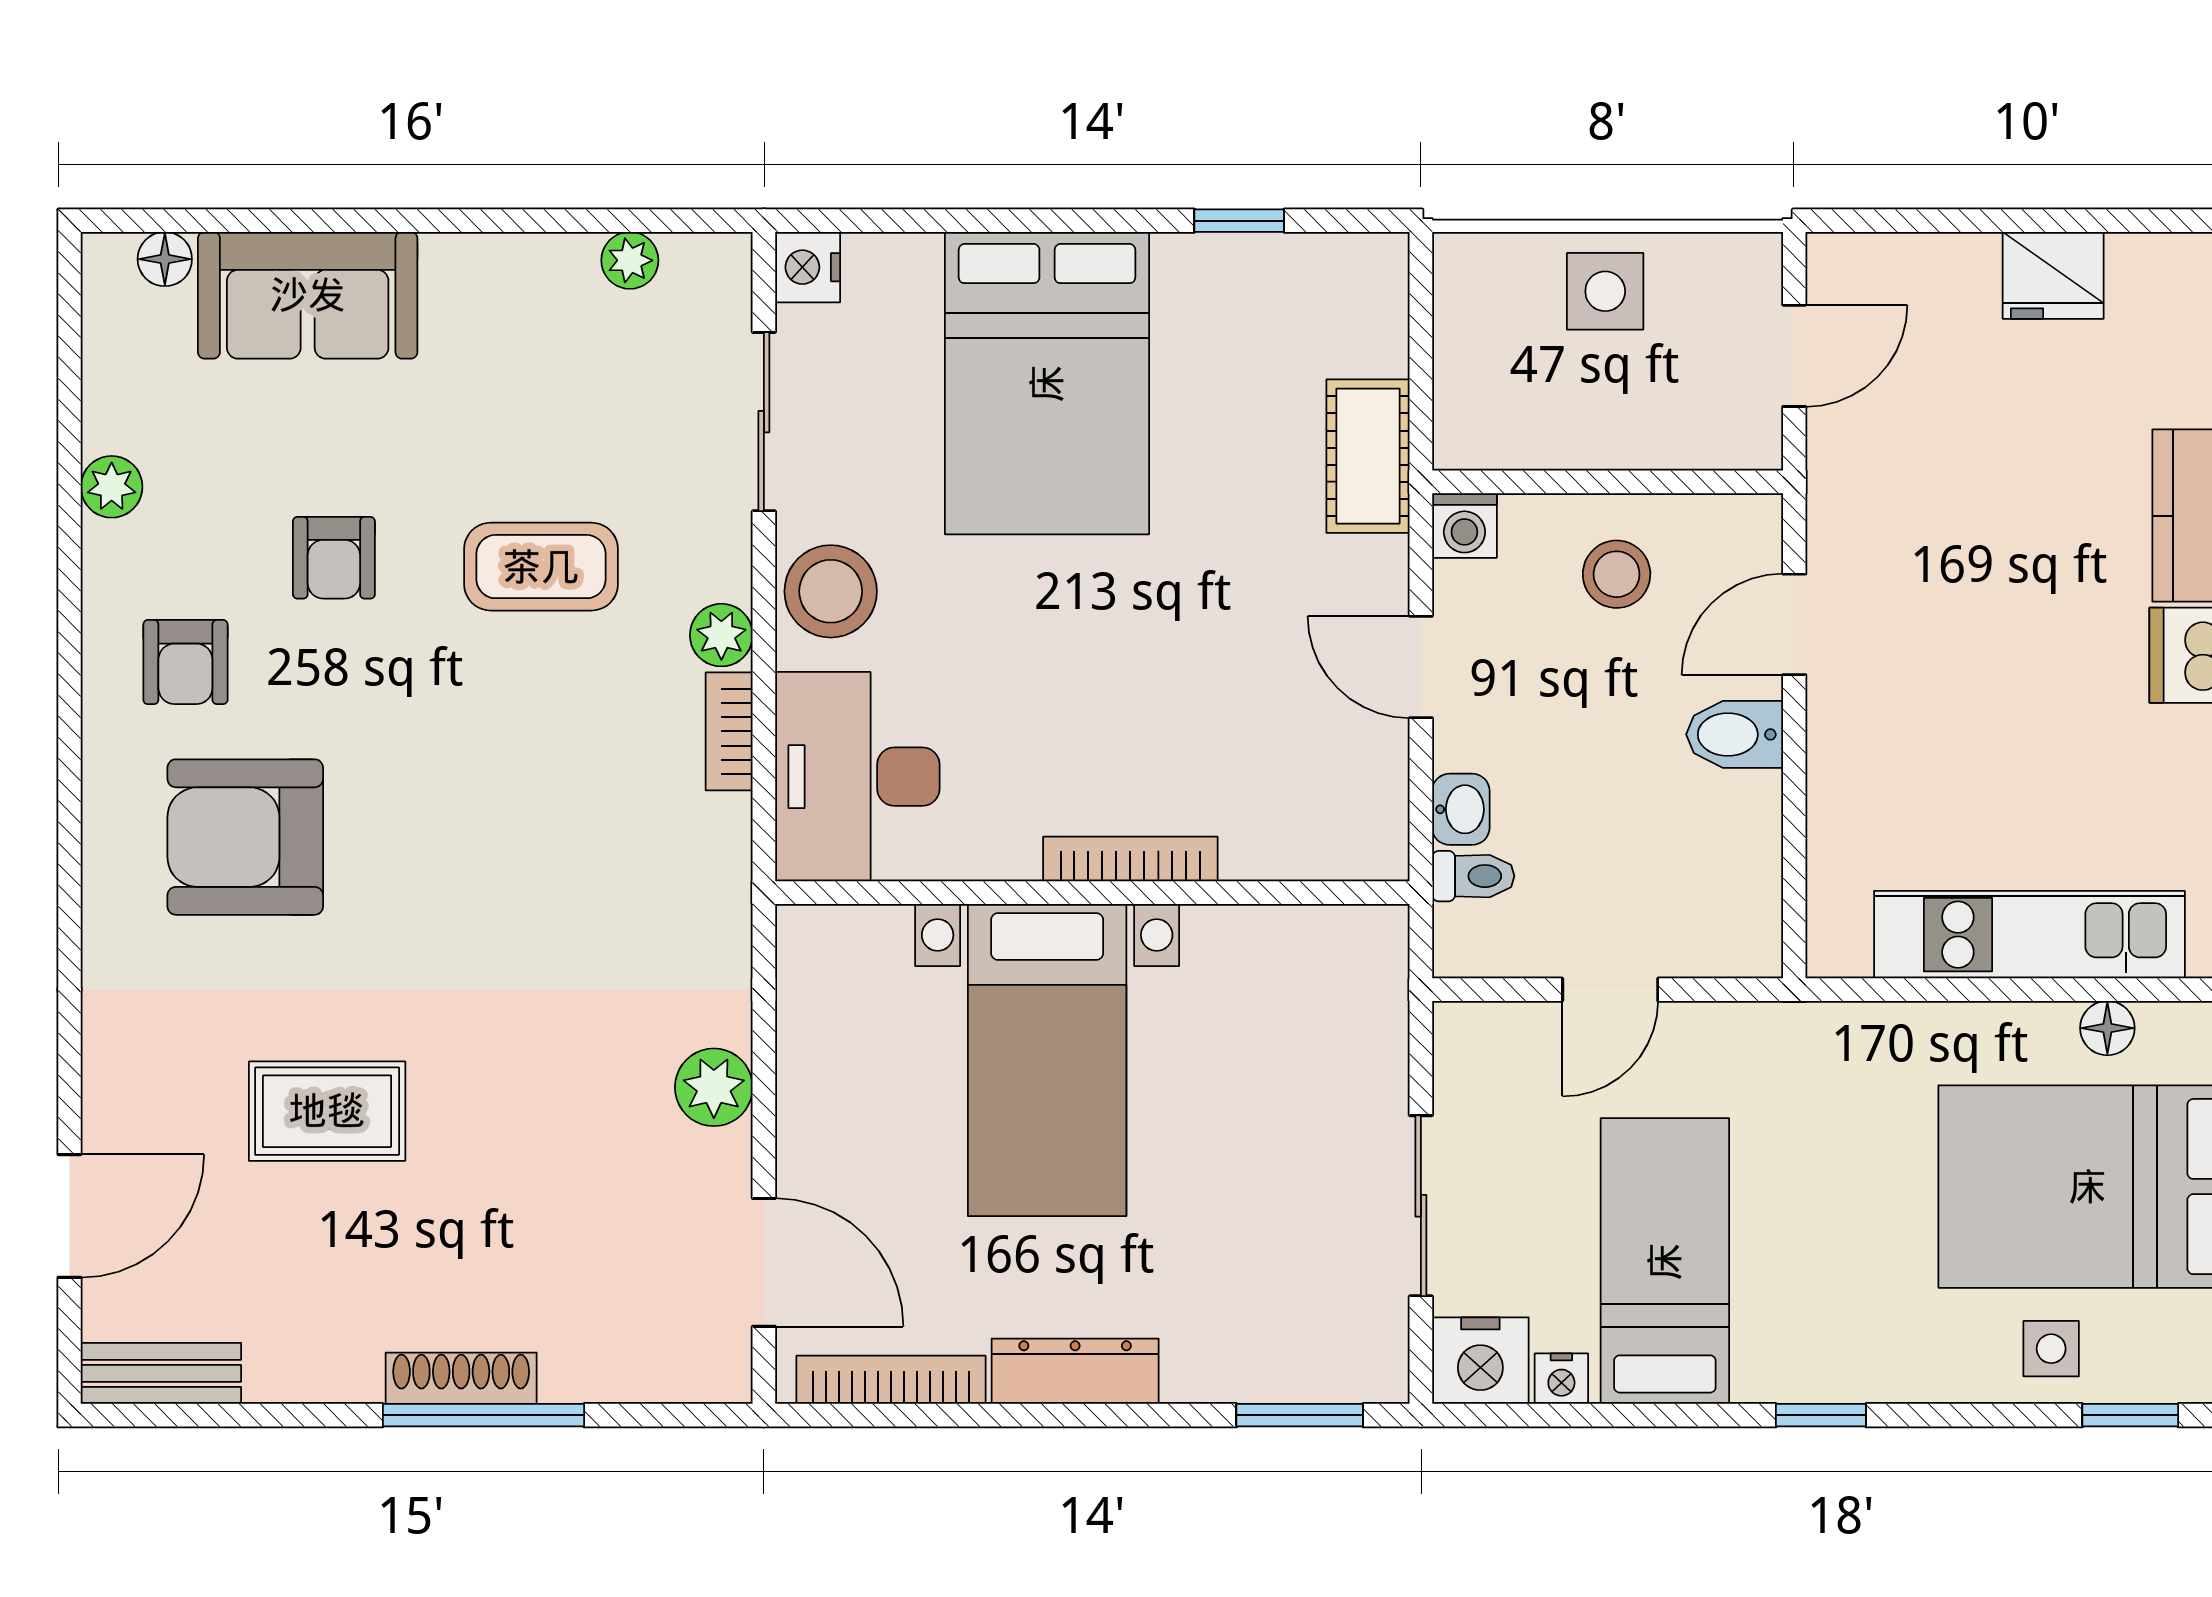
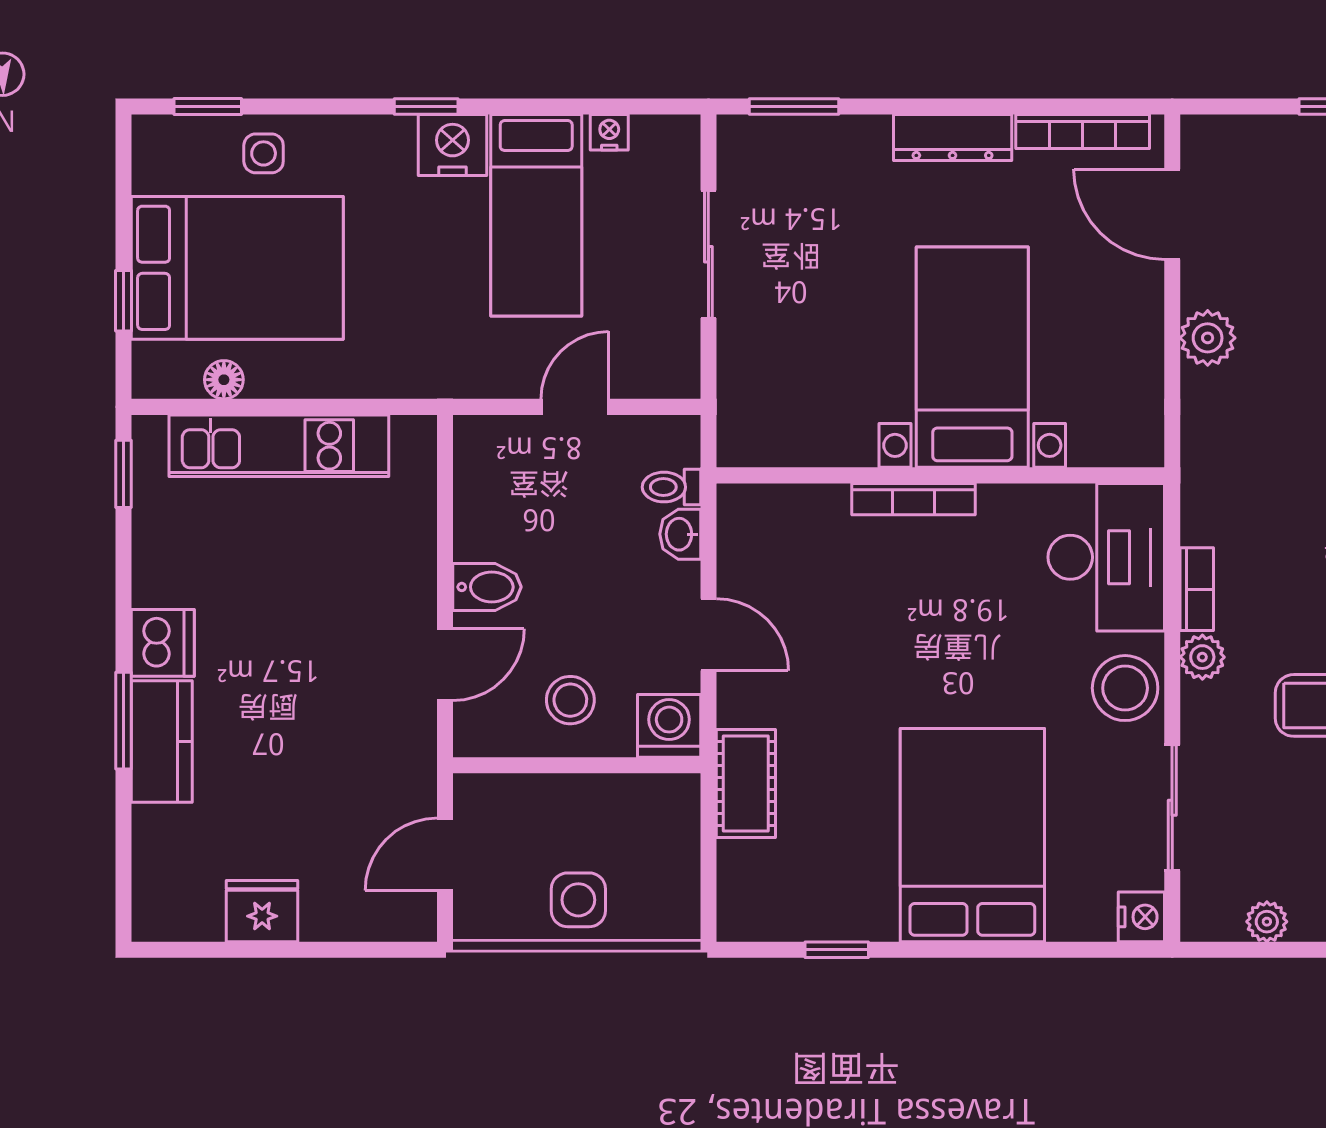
washing machine: (1464, 525) -> (669, 726), width x1.38, depth x1.38
nightstand: (1480, 1361) -> (453, 145), moved

